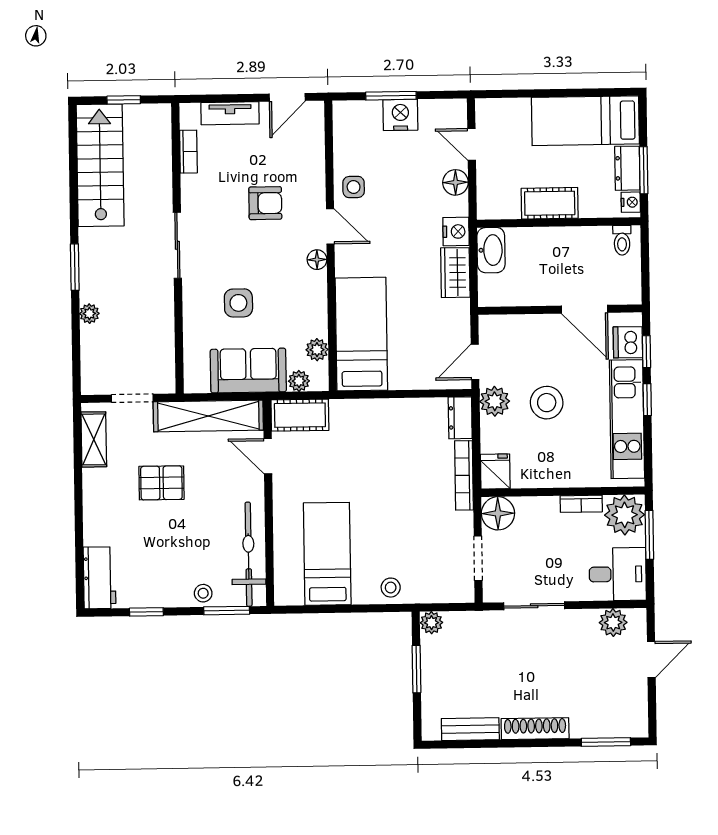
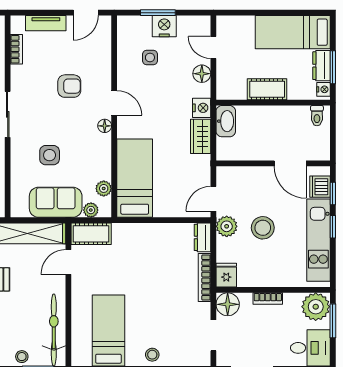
side table: (354, 187) -> (150, 57), moved
door: (268, 456) -> (68, 262), hinge flipped
bookcase: (581, 504) -> (268, 299), moved

